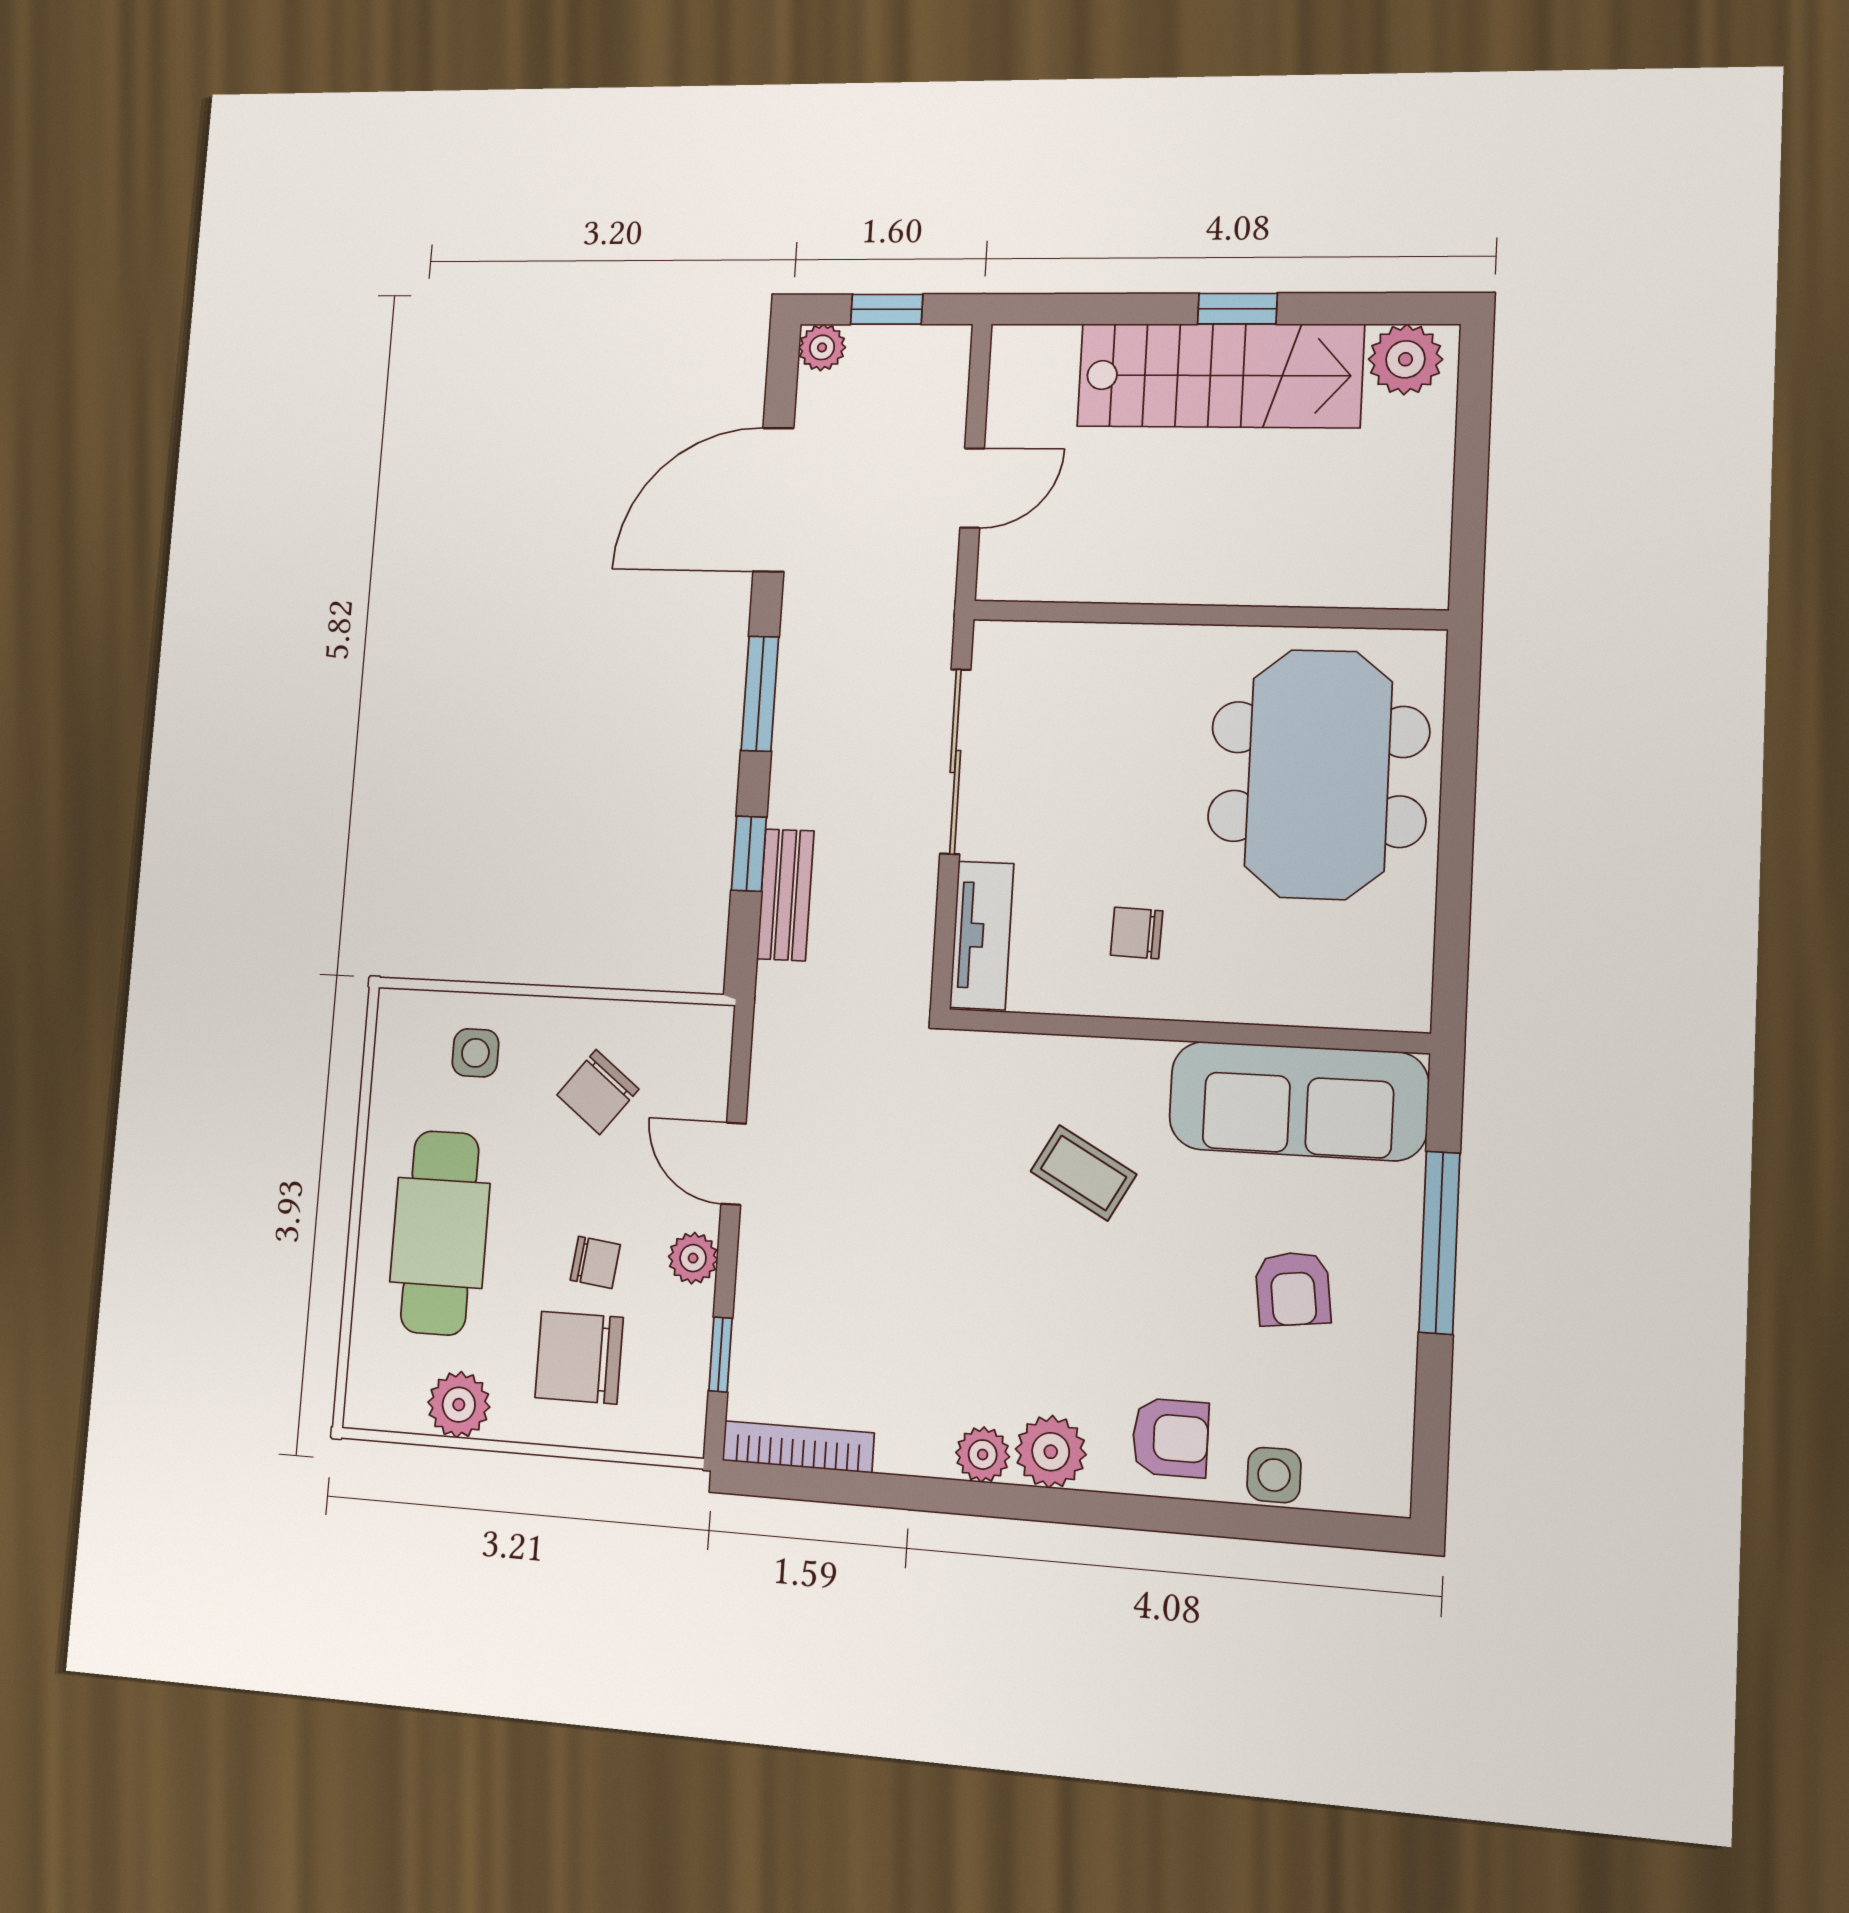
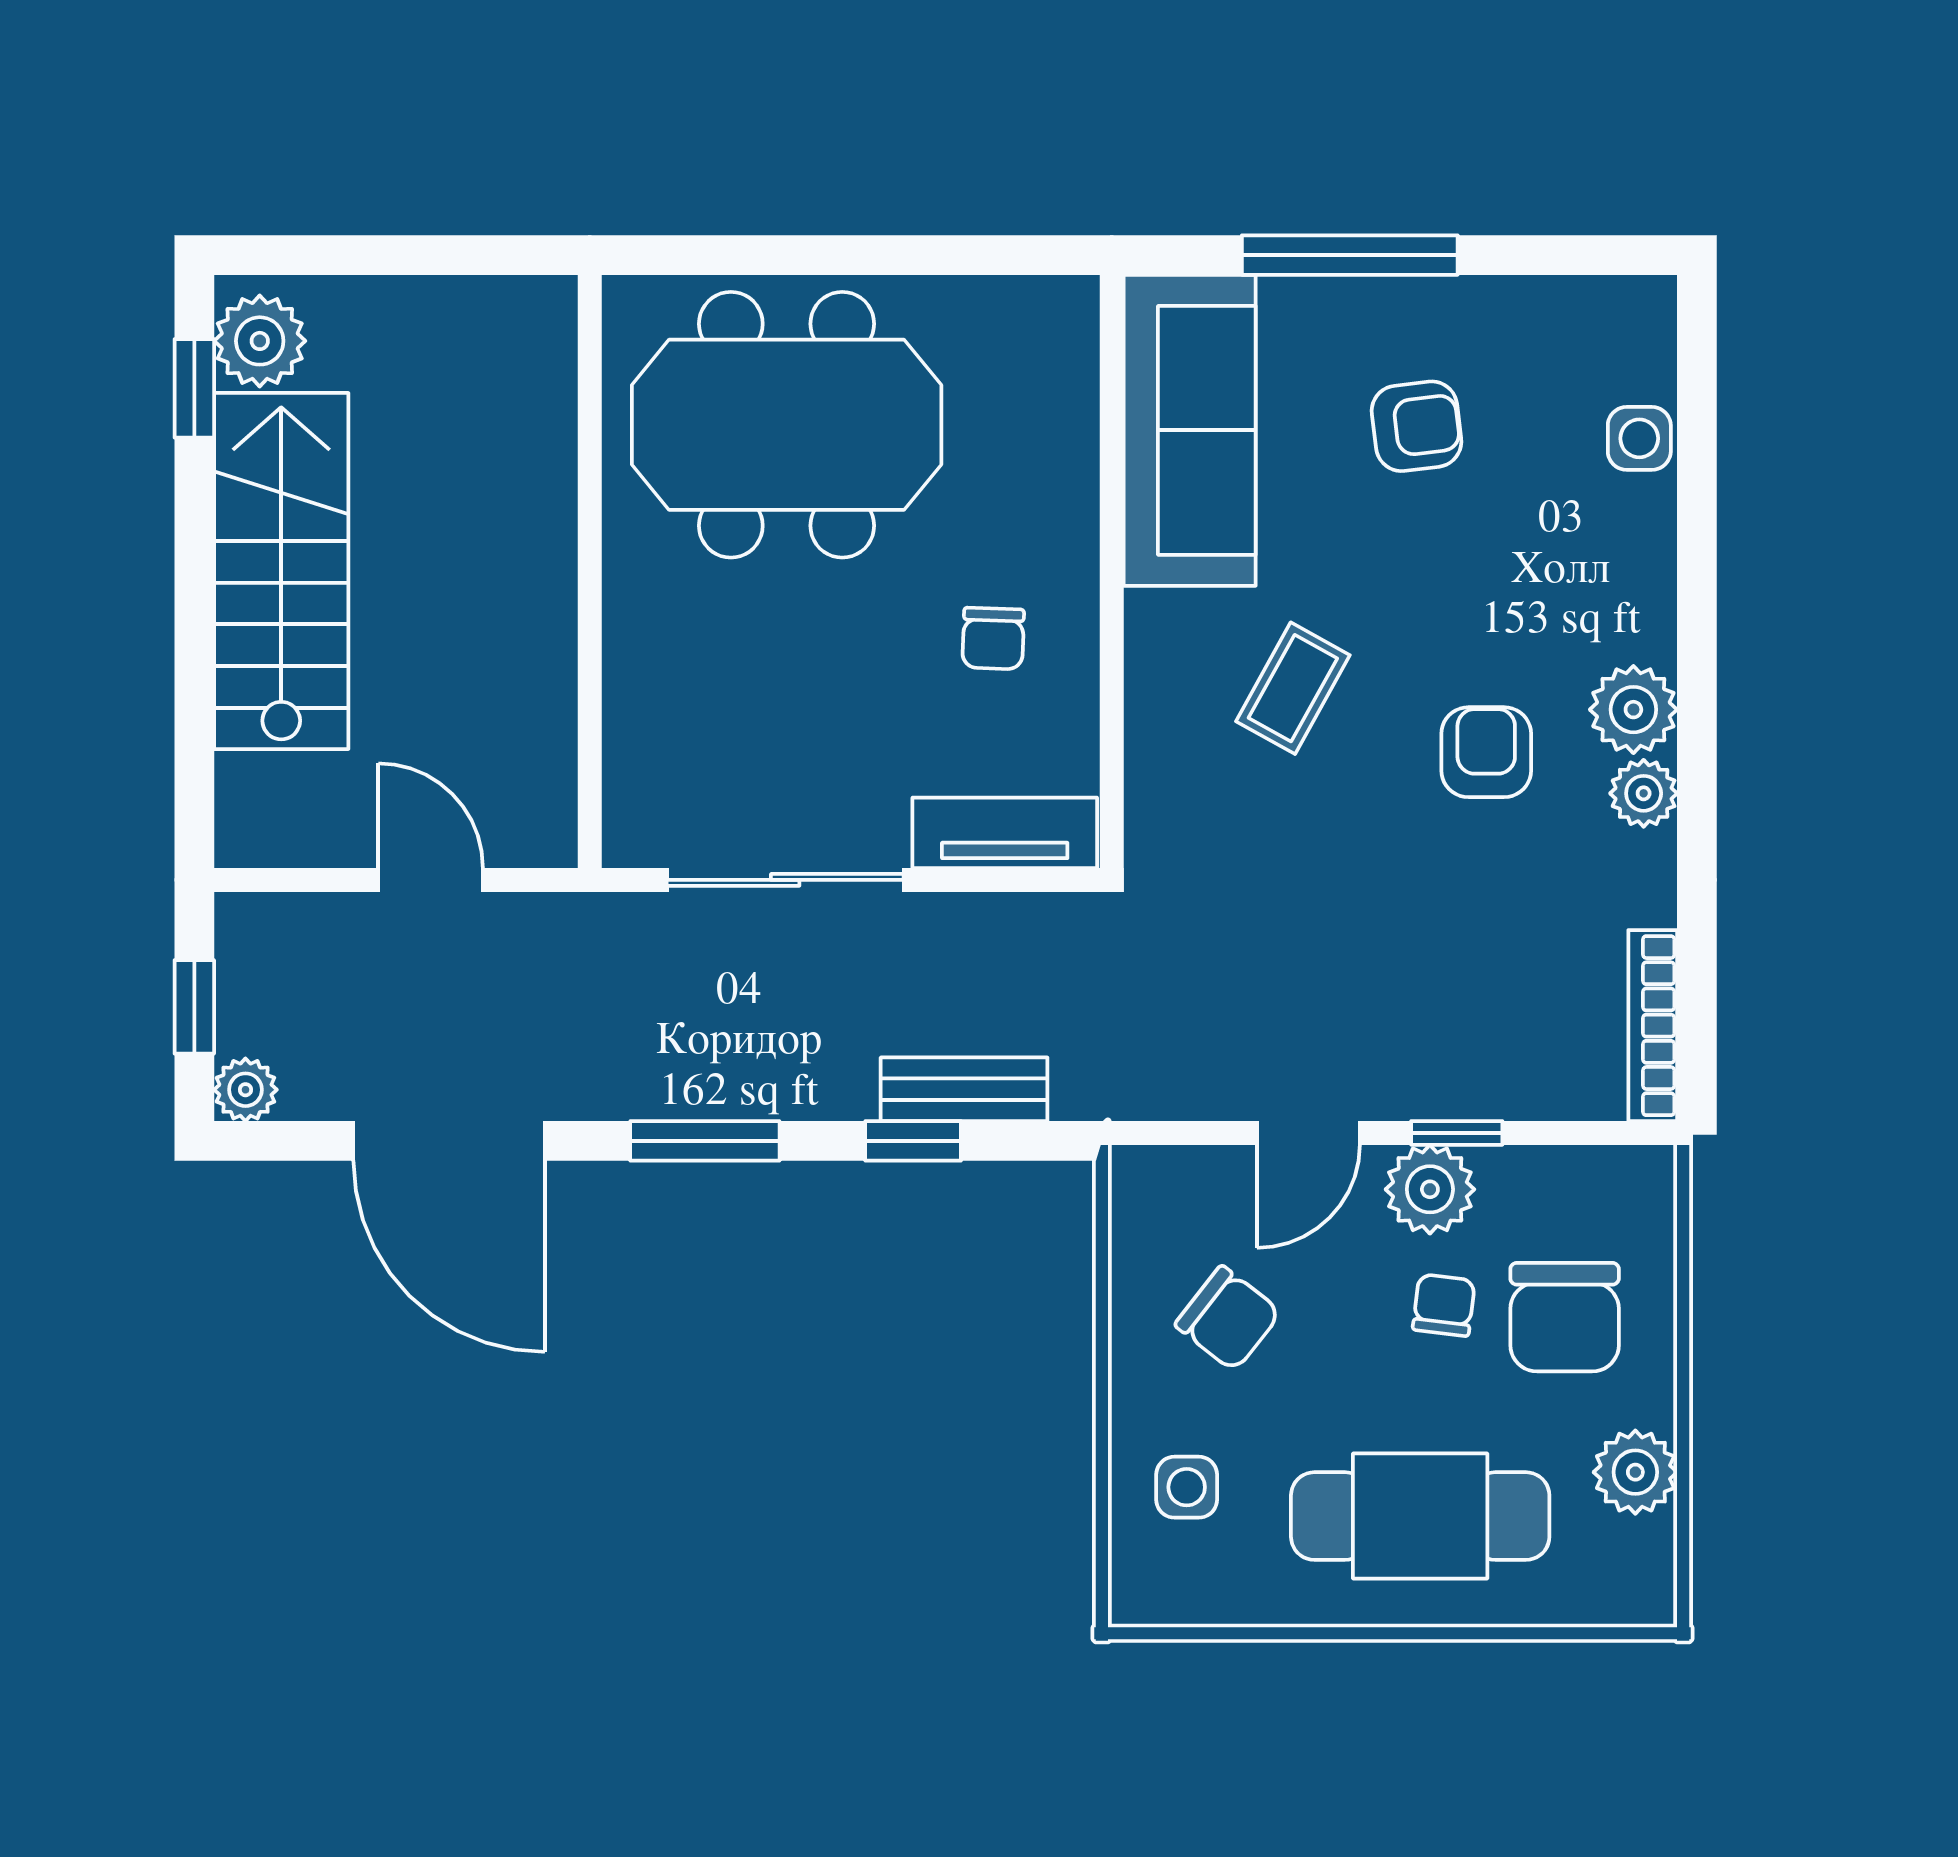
window: (1237, 309) -> (194, 388), moved
plant: (693, 1258) -> (1430, 1189), width x1.38, depth x1.38
window: (720, 1355) -> (1457, 1133), moved
armchair: (1170, 1438) -> (1486, 752), moved

